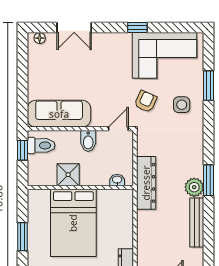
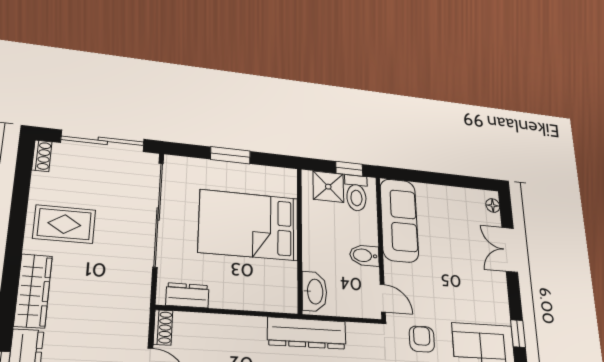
armchair: (146, 101) -> (422, 339), turned -114
shower: (68, 175) -> (328, 187), moved
washbasin: (117, 180) -> (314, 291), width x1.91, depth x1.45

